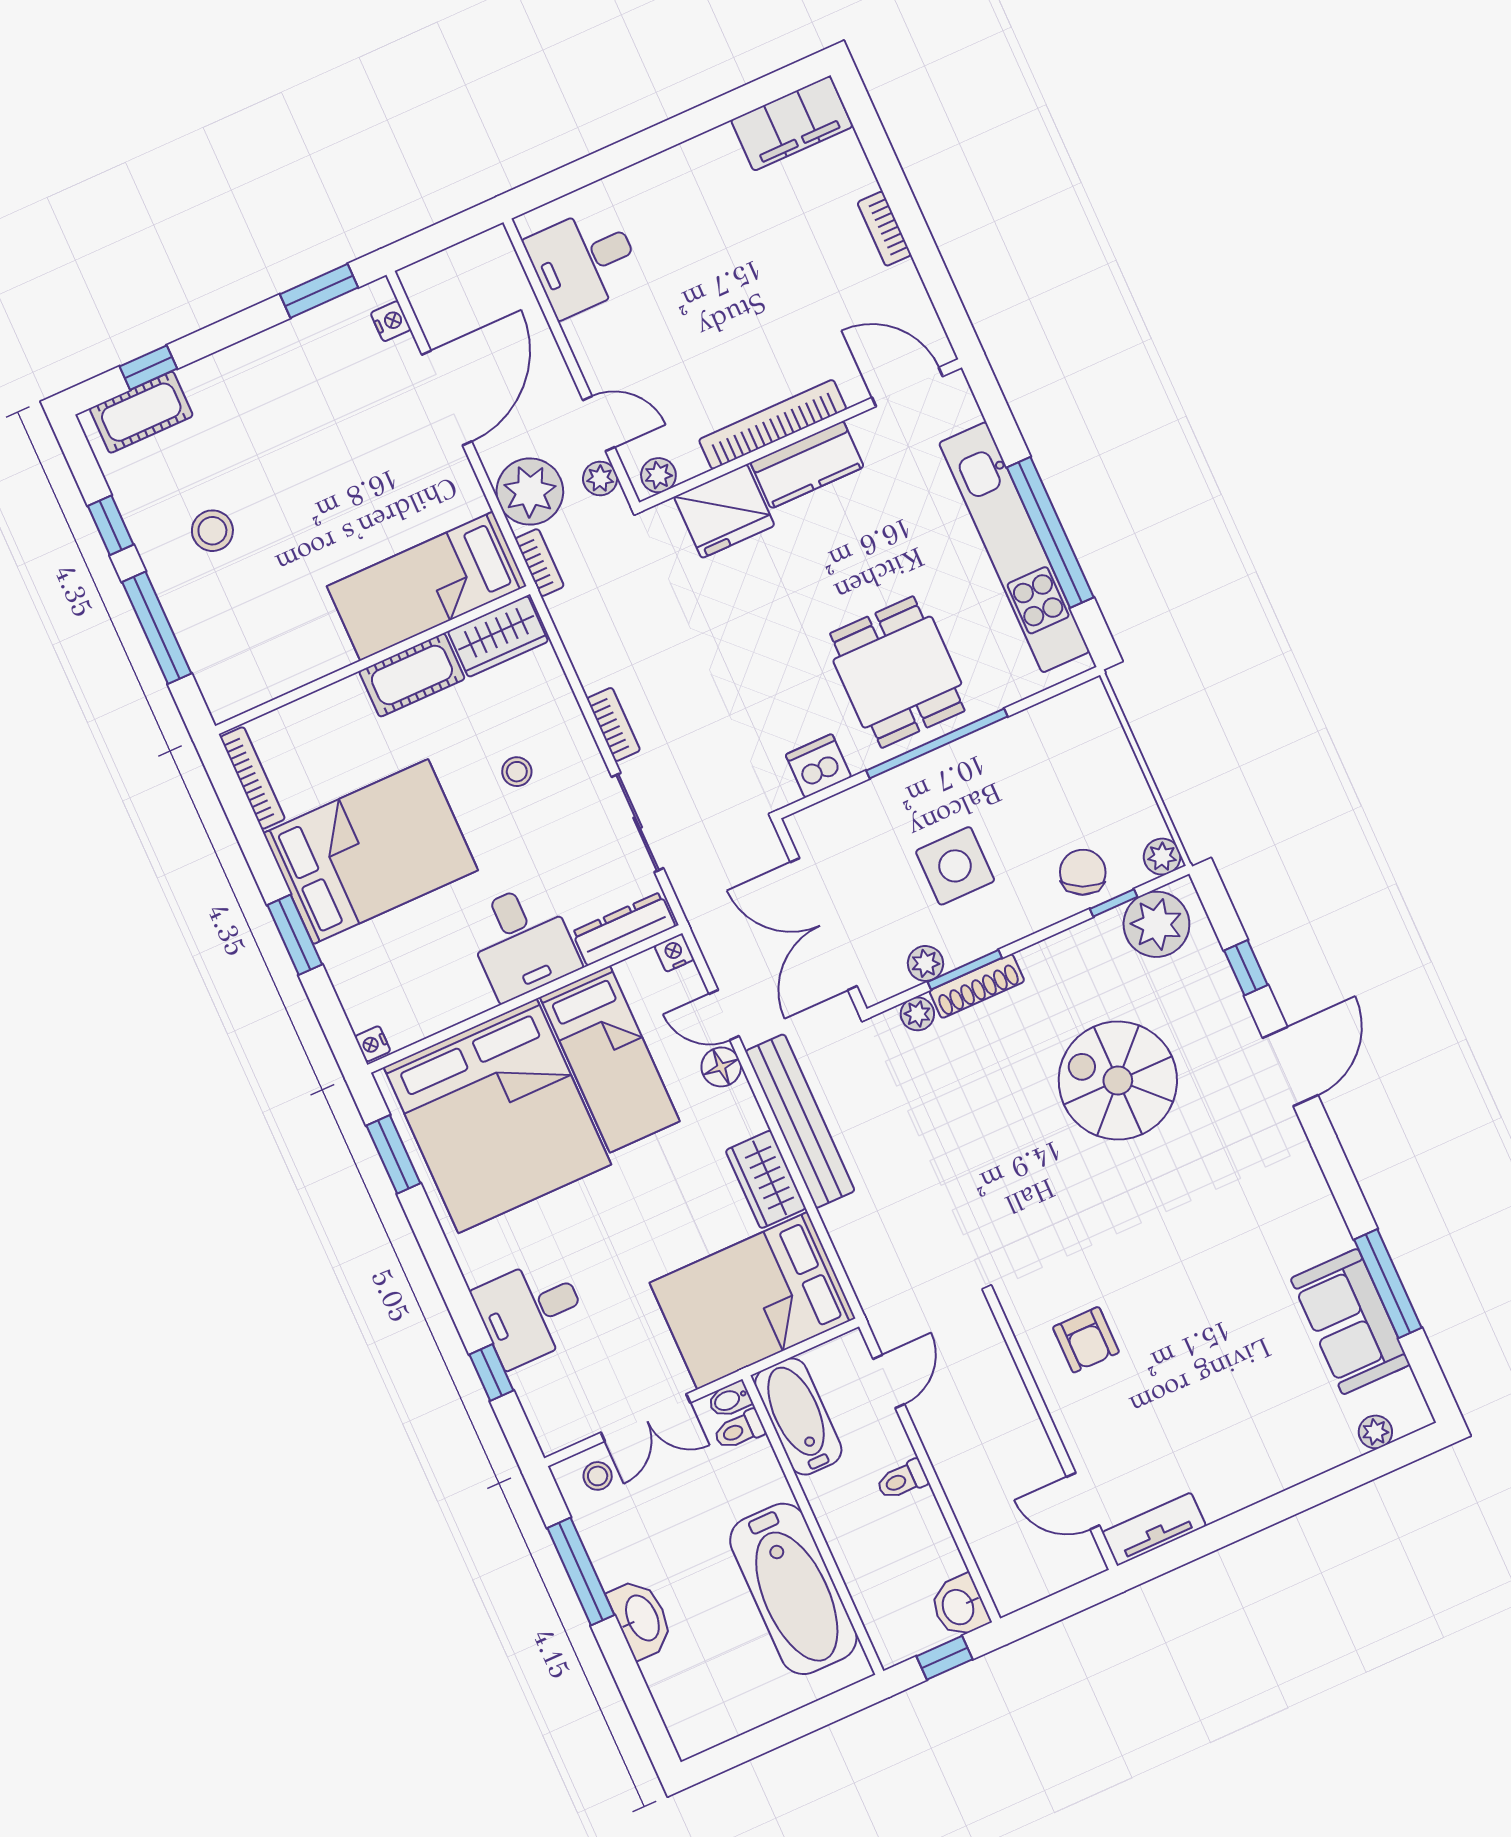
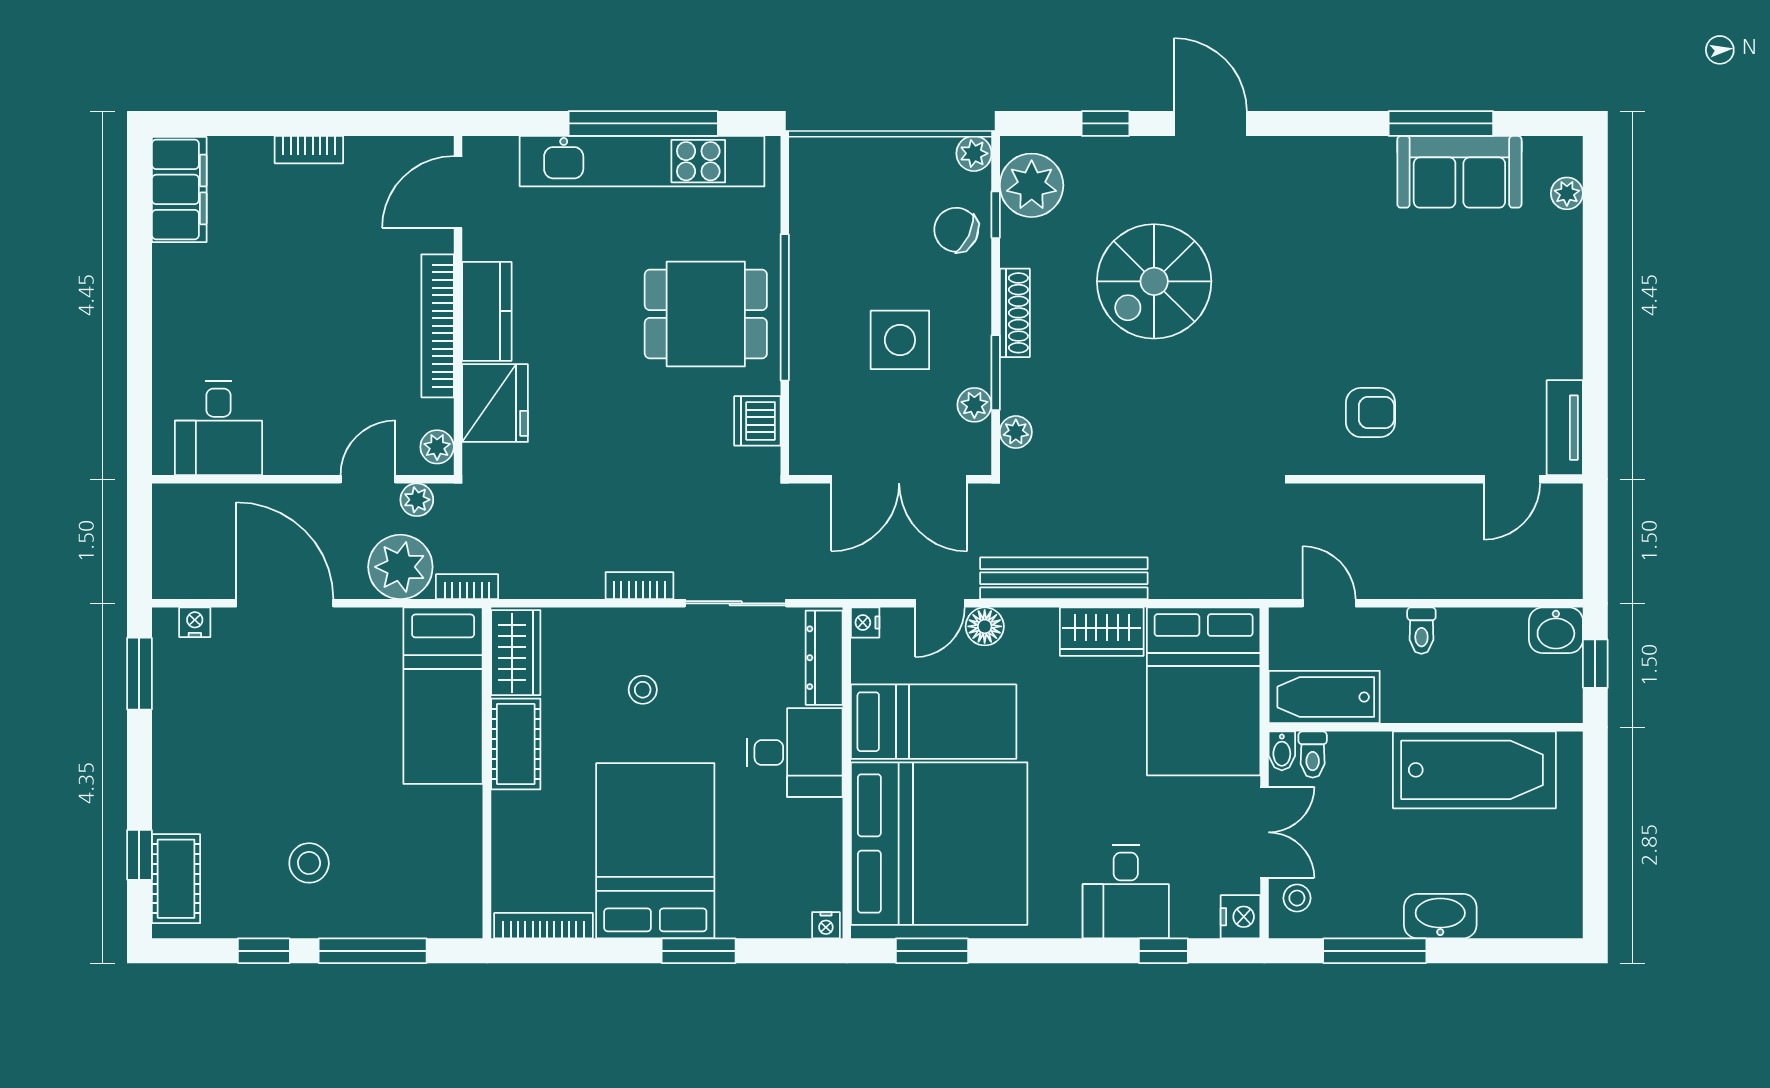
shoe rack: (977, 986) -> (1015, 313), moved
nightstand: (556, 1431) -> (1240, 917), added

